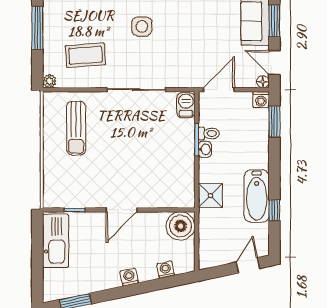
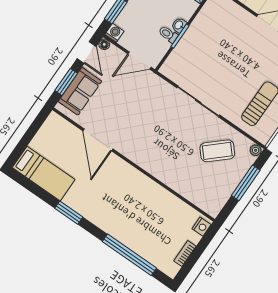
side table: (142, 26) -> (163, 143), removed
window: (37, 28) -> (246, 183), moved
coffee table: (85, 55) -> (217, 151), turned -38
barbecue: (186, 105) -> (171, 66), removed

